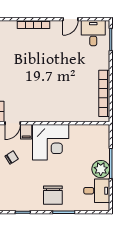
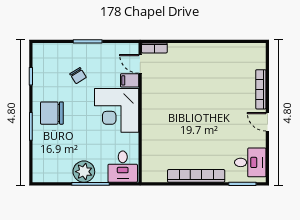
door: (70, 19) -> (267, 122), moved
bookcase: (104, 93) -> (196, 176), moved
chair: (12, 157) -> (78, 76), moved
desk: (97, 191) -> (123, 167), moved

